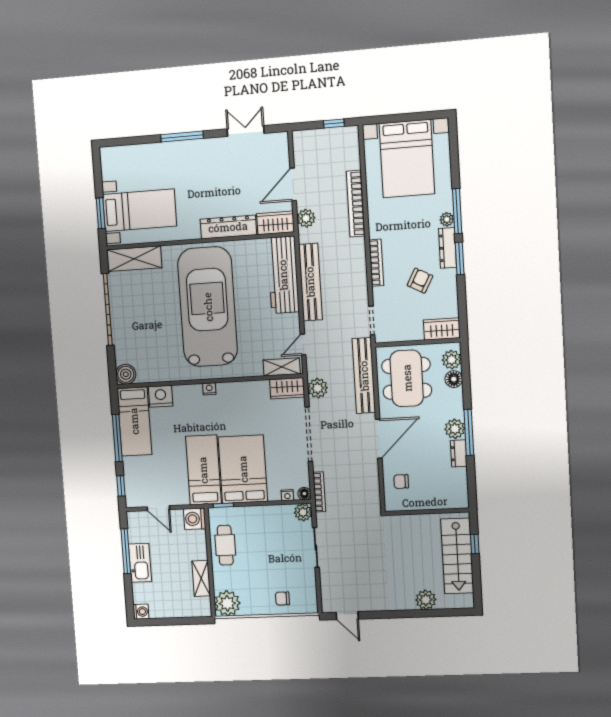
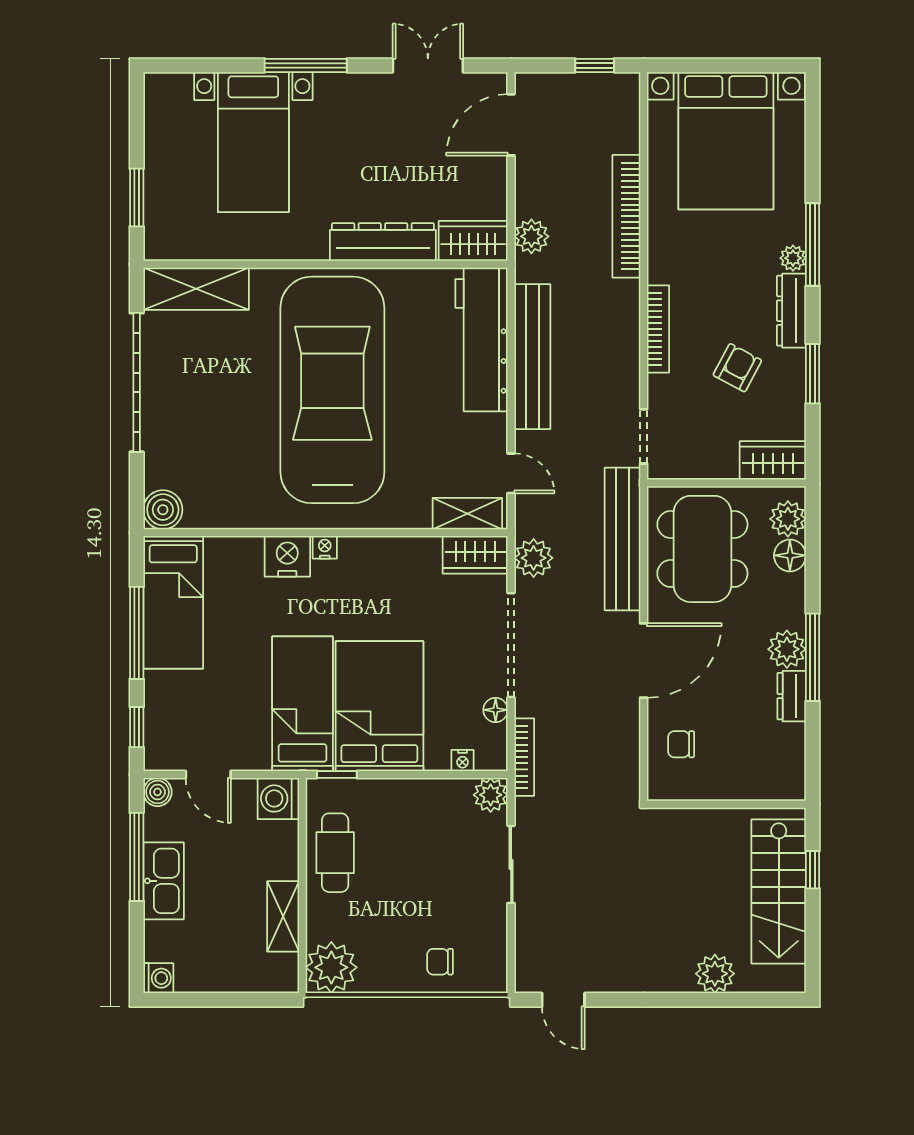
door: (293, 184) -> (511, 125), moved
bed with nightstands: (139, 210) -> (253, 142), moved, turned 90
window: (460, 258) -> (813, 374), moved
door: (303, 344) -> (511, 473), swing flipped
nightstand: (161, 396) -> (287, 556), moved
floor lamp: (304, 494) -> (496, 710), moved
boiler: (134, 518) -> (157, 792), added

